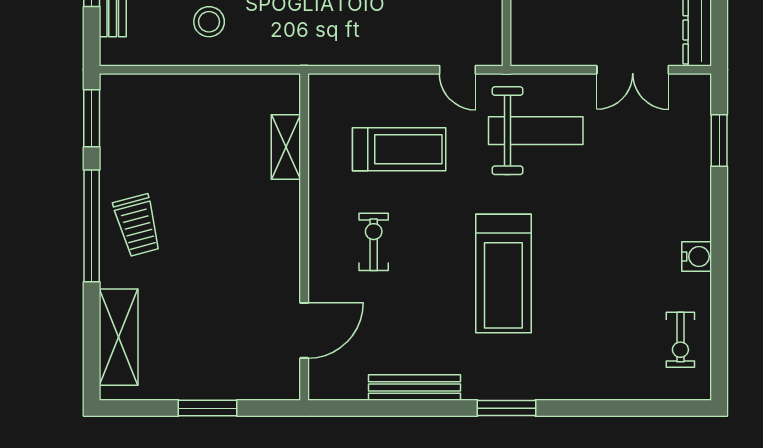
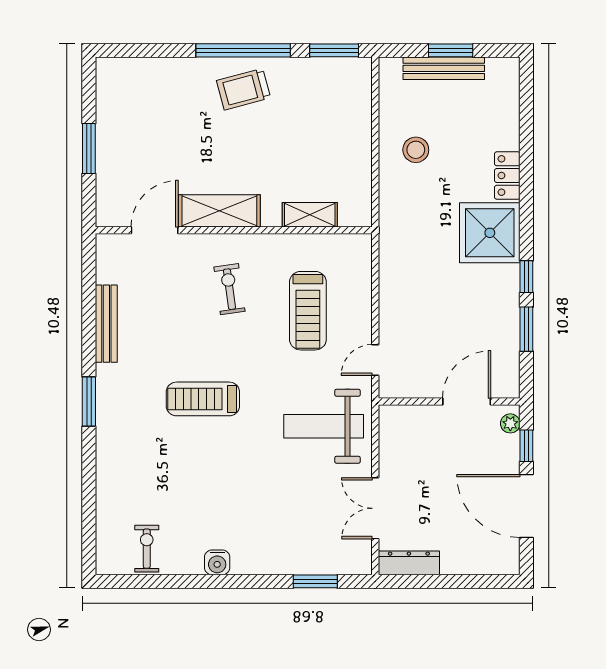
weight bench: (536, 131) -> (324, 426), turned 90
exercise bike: (374, 242) -> (229, 289), turned -98
treadmill: (503, 273) -> (203, 399), width x0.73, depth x0.73
door: (304, 330) -> (155, 230), swing flipped
shelving: (119, 337) -> (219, 211), moved
exercise bike: (680, 340) -> (147, 549), turned 90

